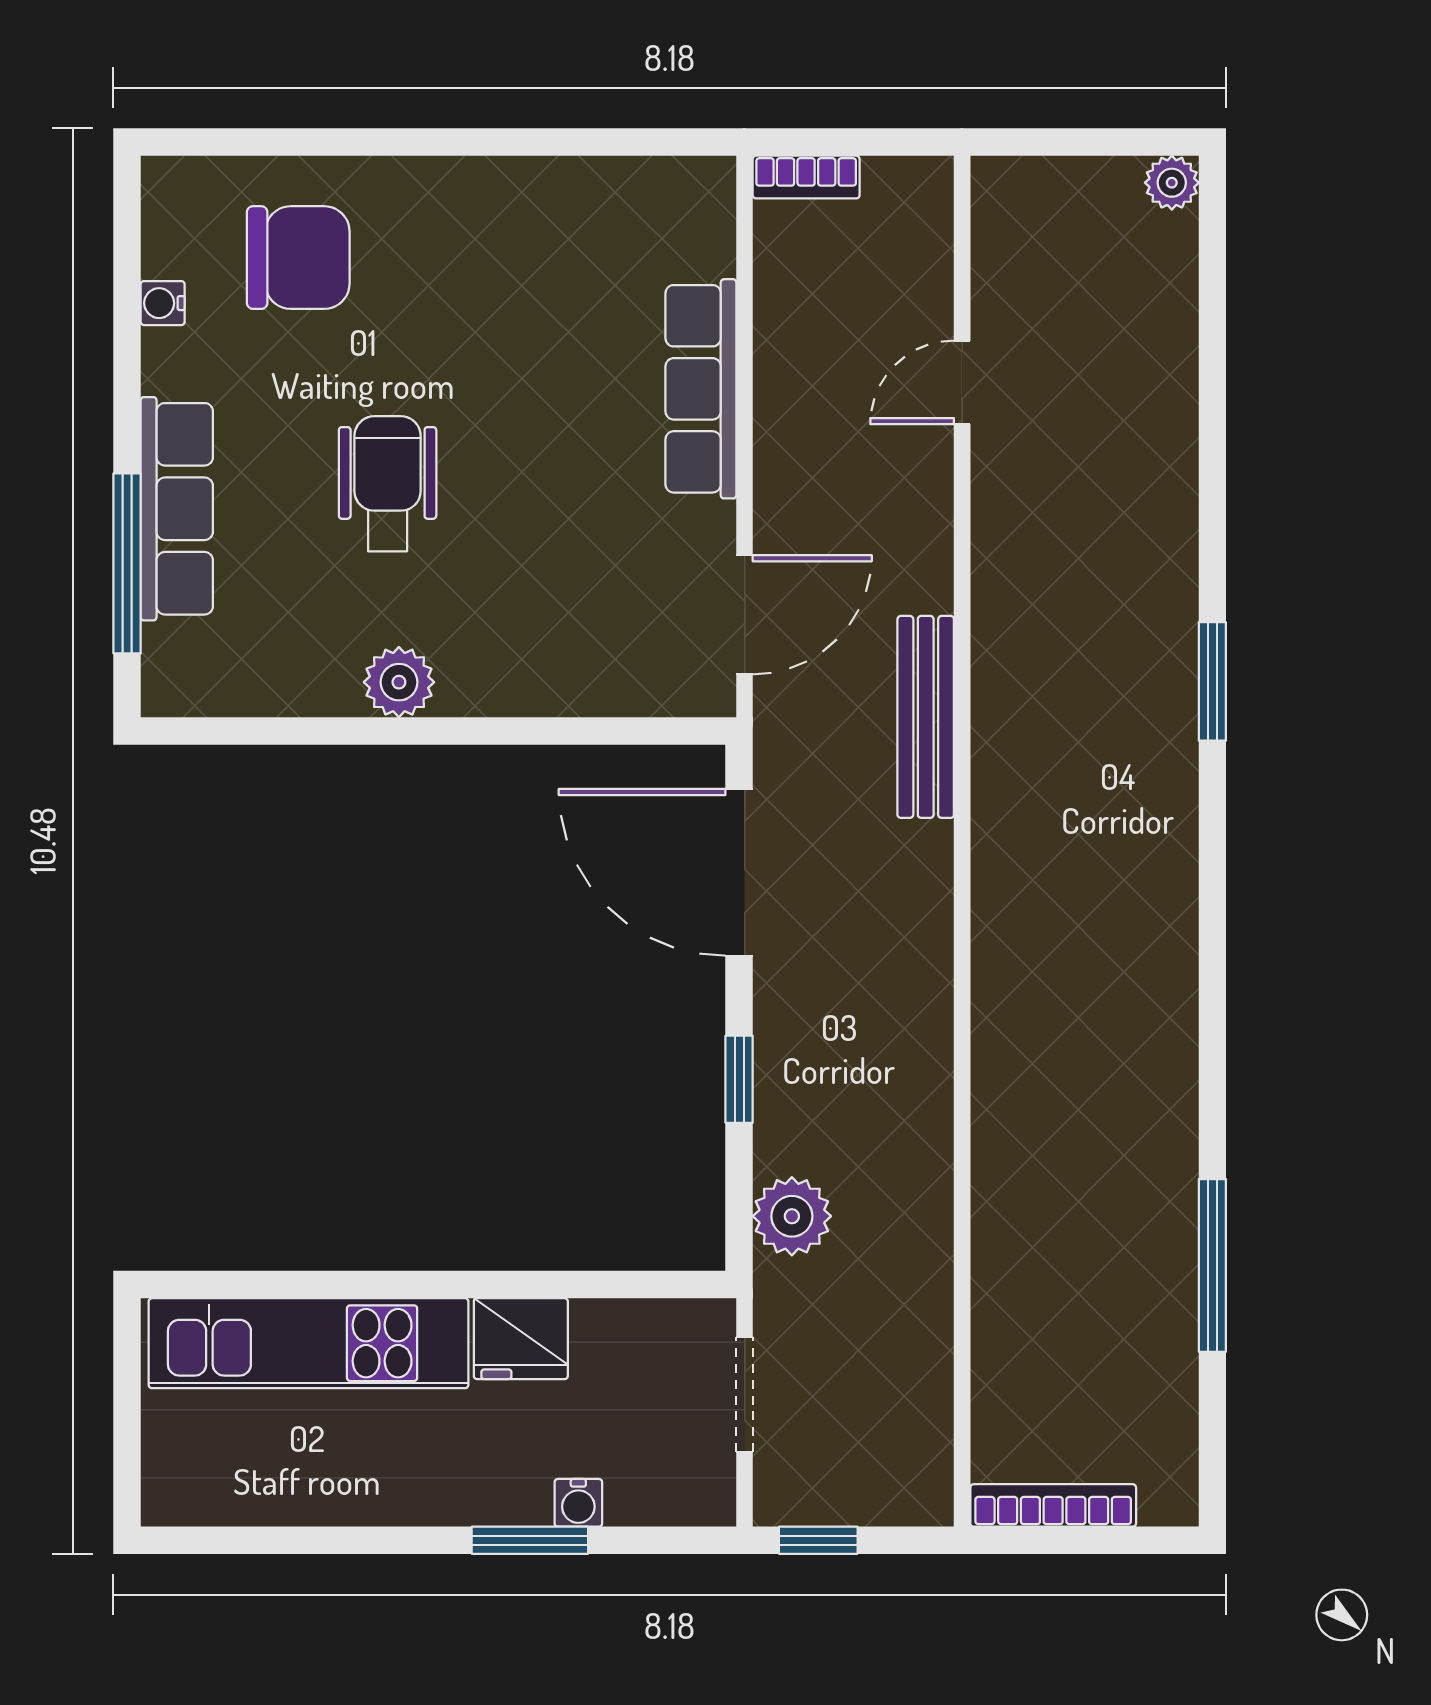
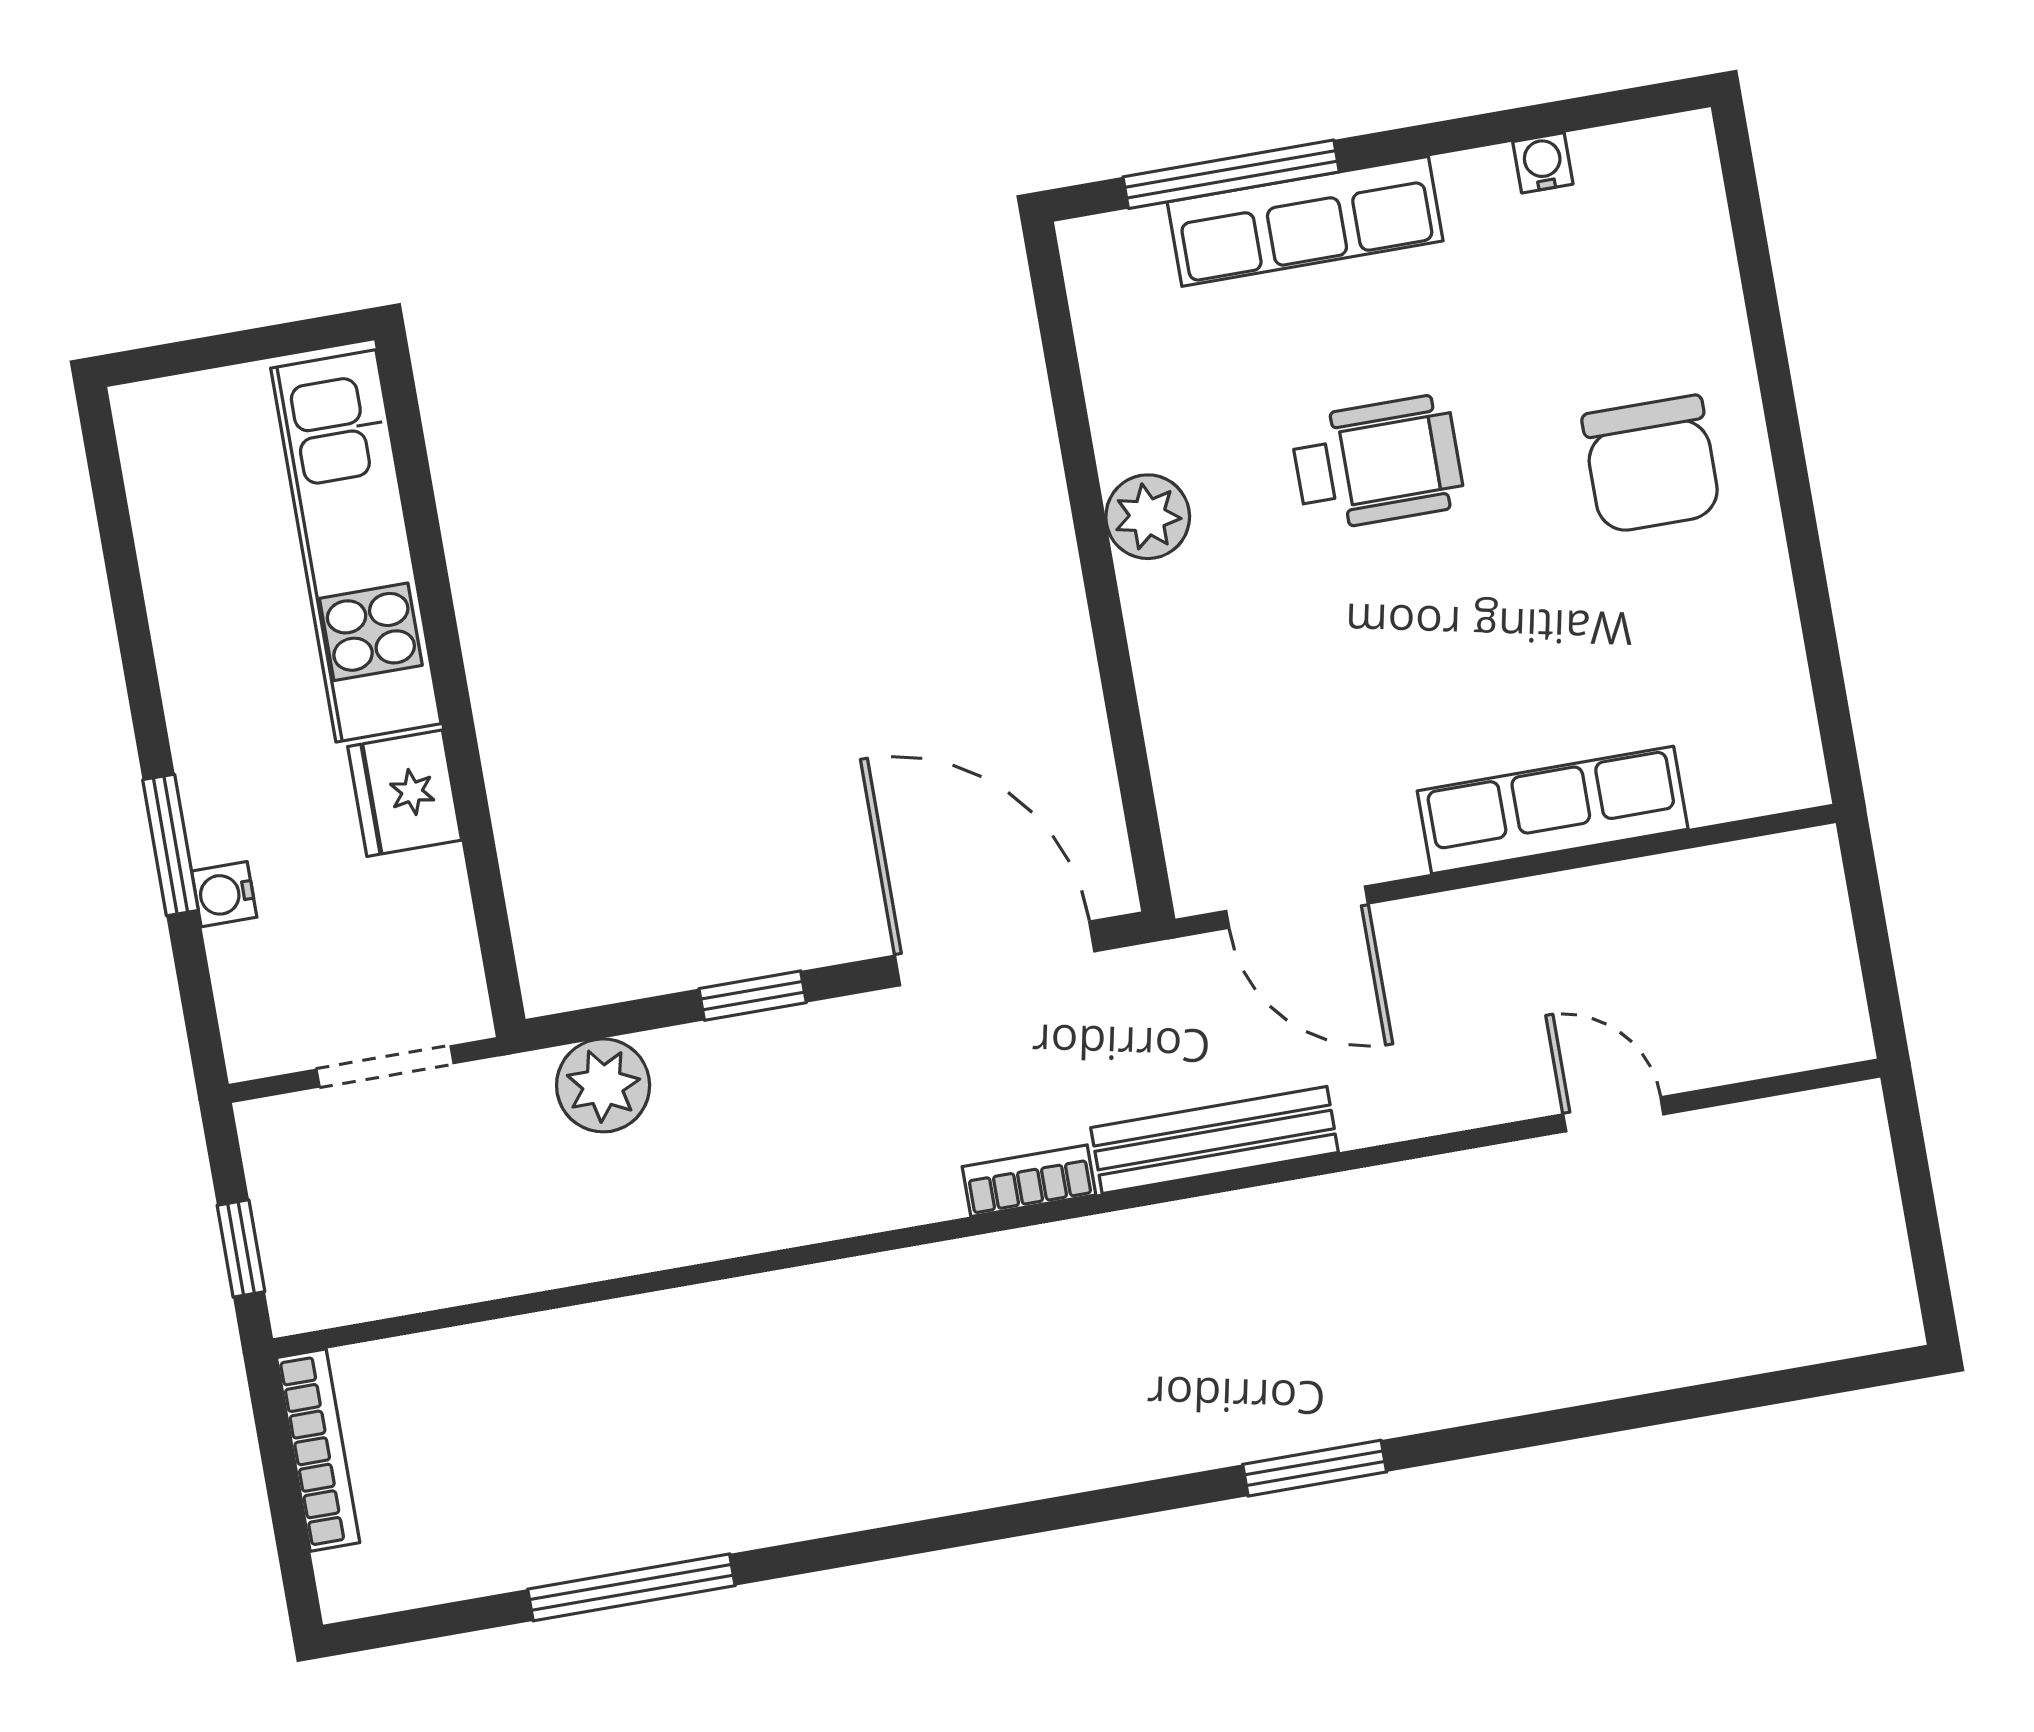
bookcase: (806, 177) -> (1029, 1181), moved, turned 90
plant: (1172, 183) -> (1890, 1319), removed
chair: (298, 258) -> (1651, 464), moved
door: (739, 872) -> (995, 953), hinge flipped
window: (818, 1540) -> (241, 1248), moved

